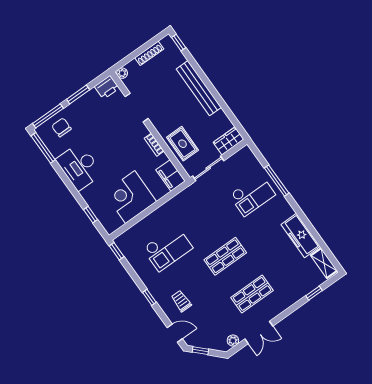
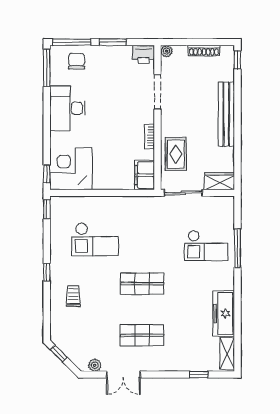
corner desk: (130, 197) -> (71, 169), moved
window: (91, 215) -> (47, 174), moved
door: (175, 333) -> (47, 321), removed

